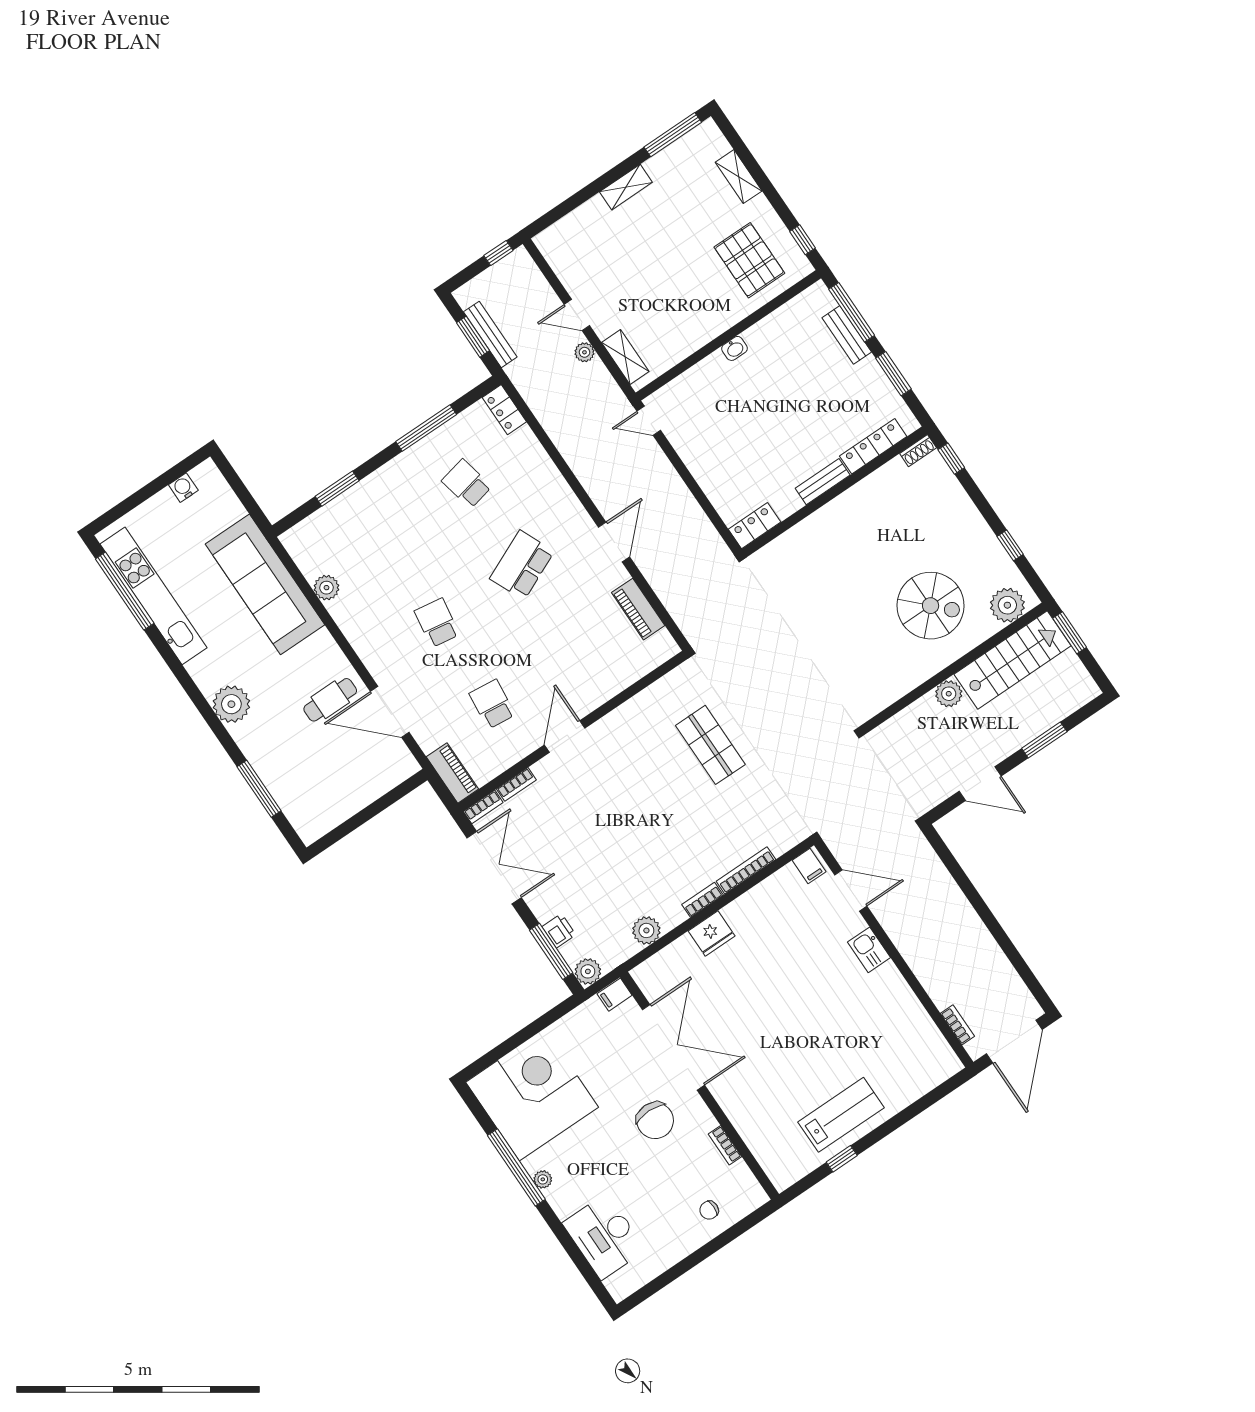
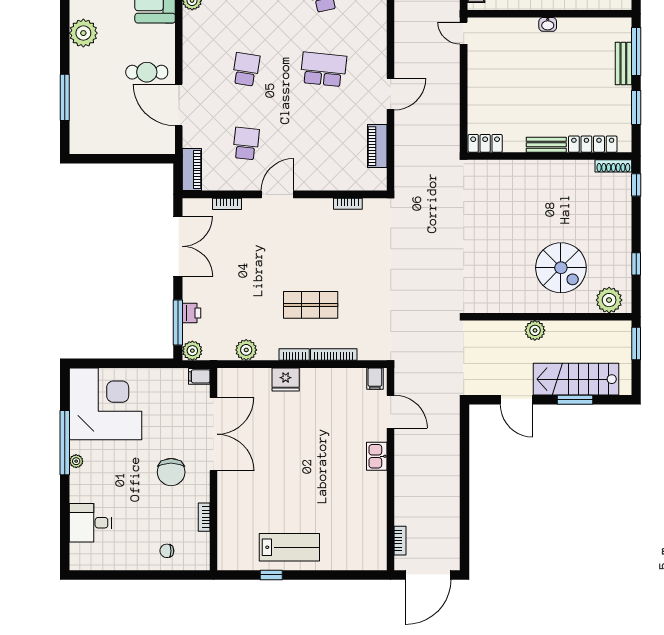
shoe rack: (918, 451) -> (613, 166), width x1.43
school desk: (522, 565) -> (323, 69), turned 30
stairs: (1012, 660) -> (576, 379), moved, turned 180
shop shelf: (710, 745) -> (311, 305), moved, turned 90
bookcase: (483, 807) -> (348, 204), moved
desk: (604, 1236) -> (90, 523), width x0.73

